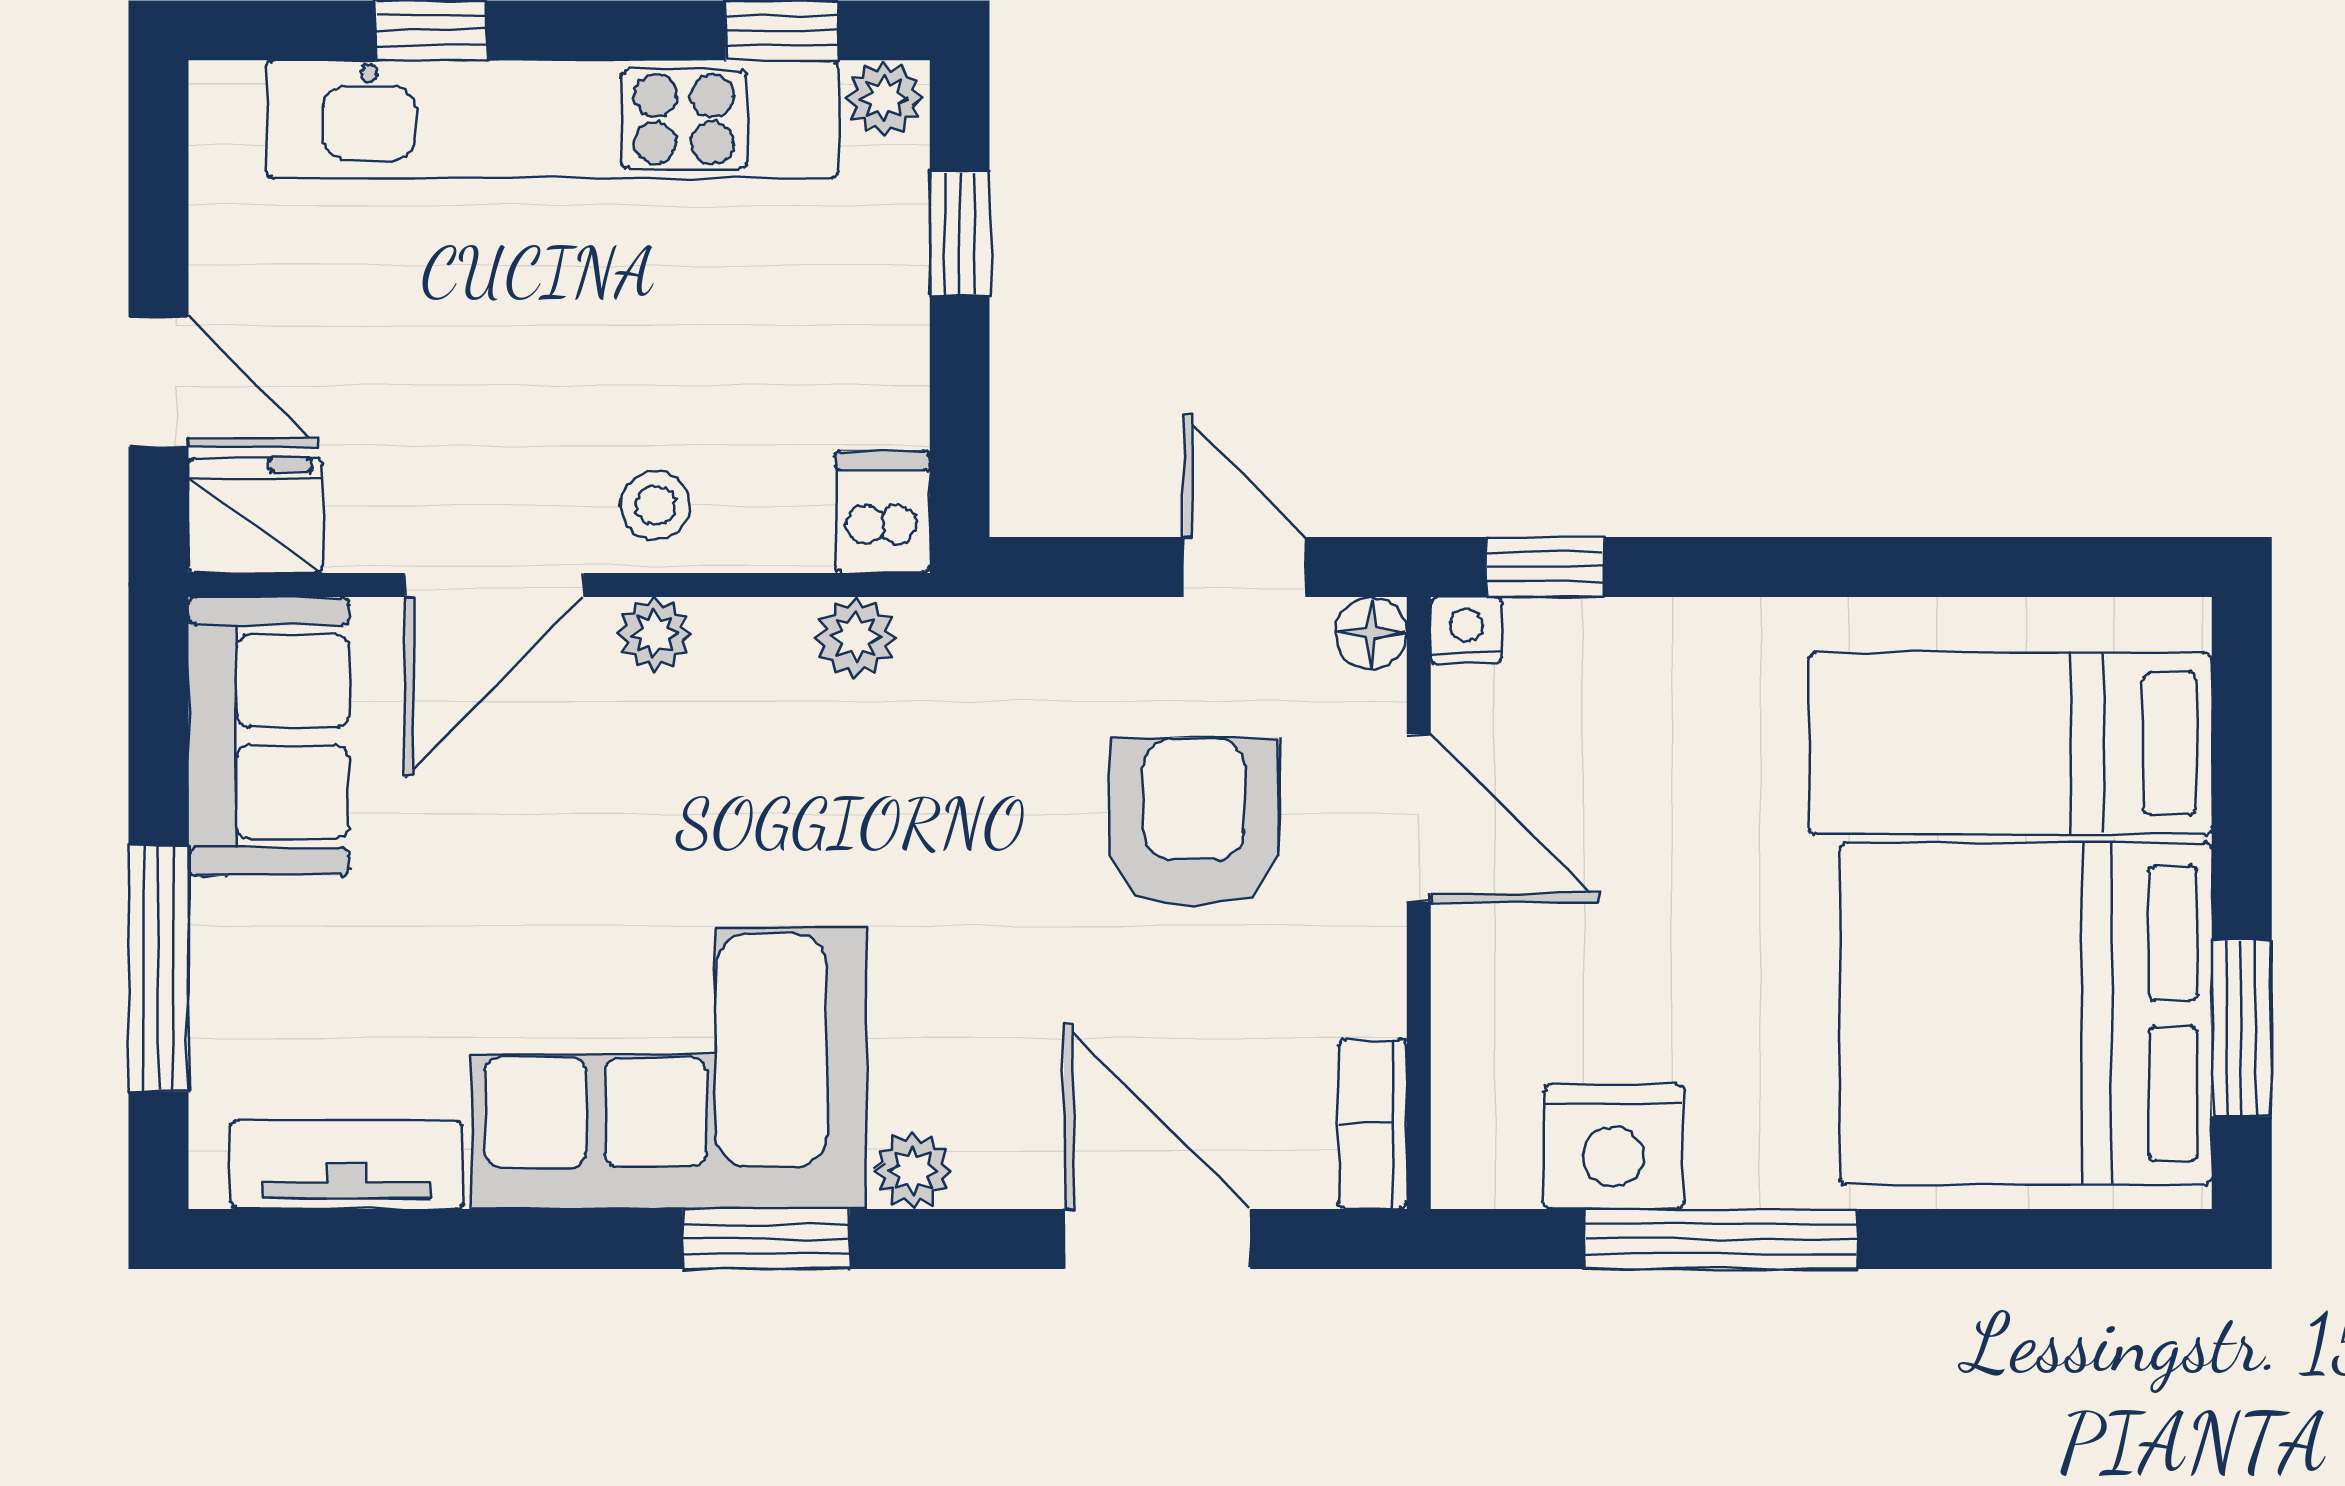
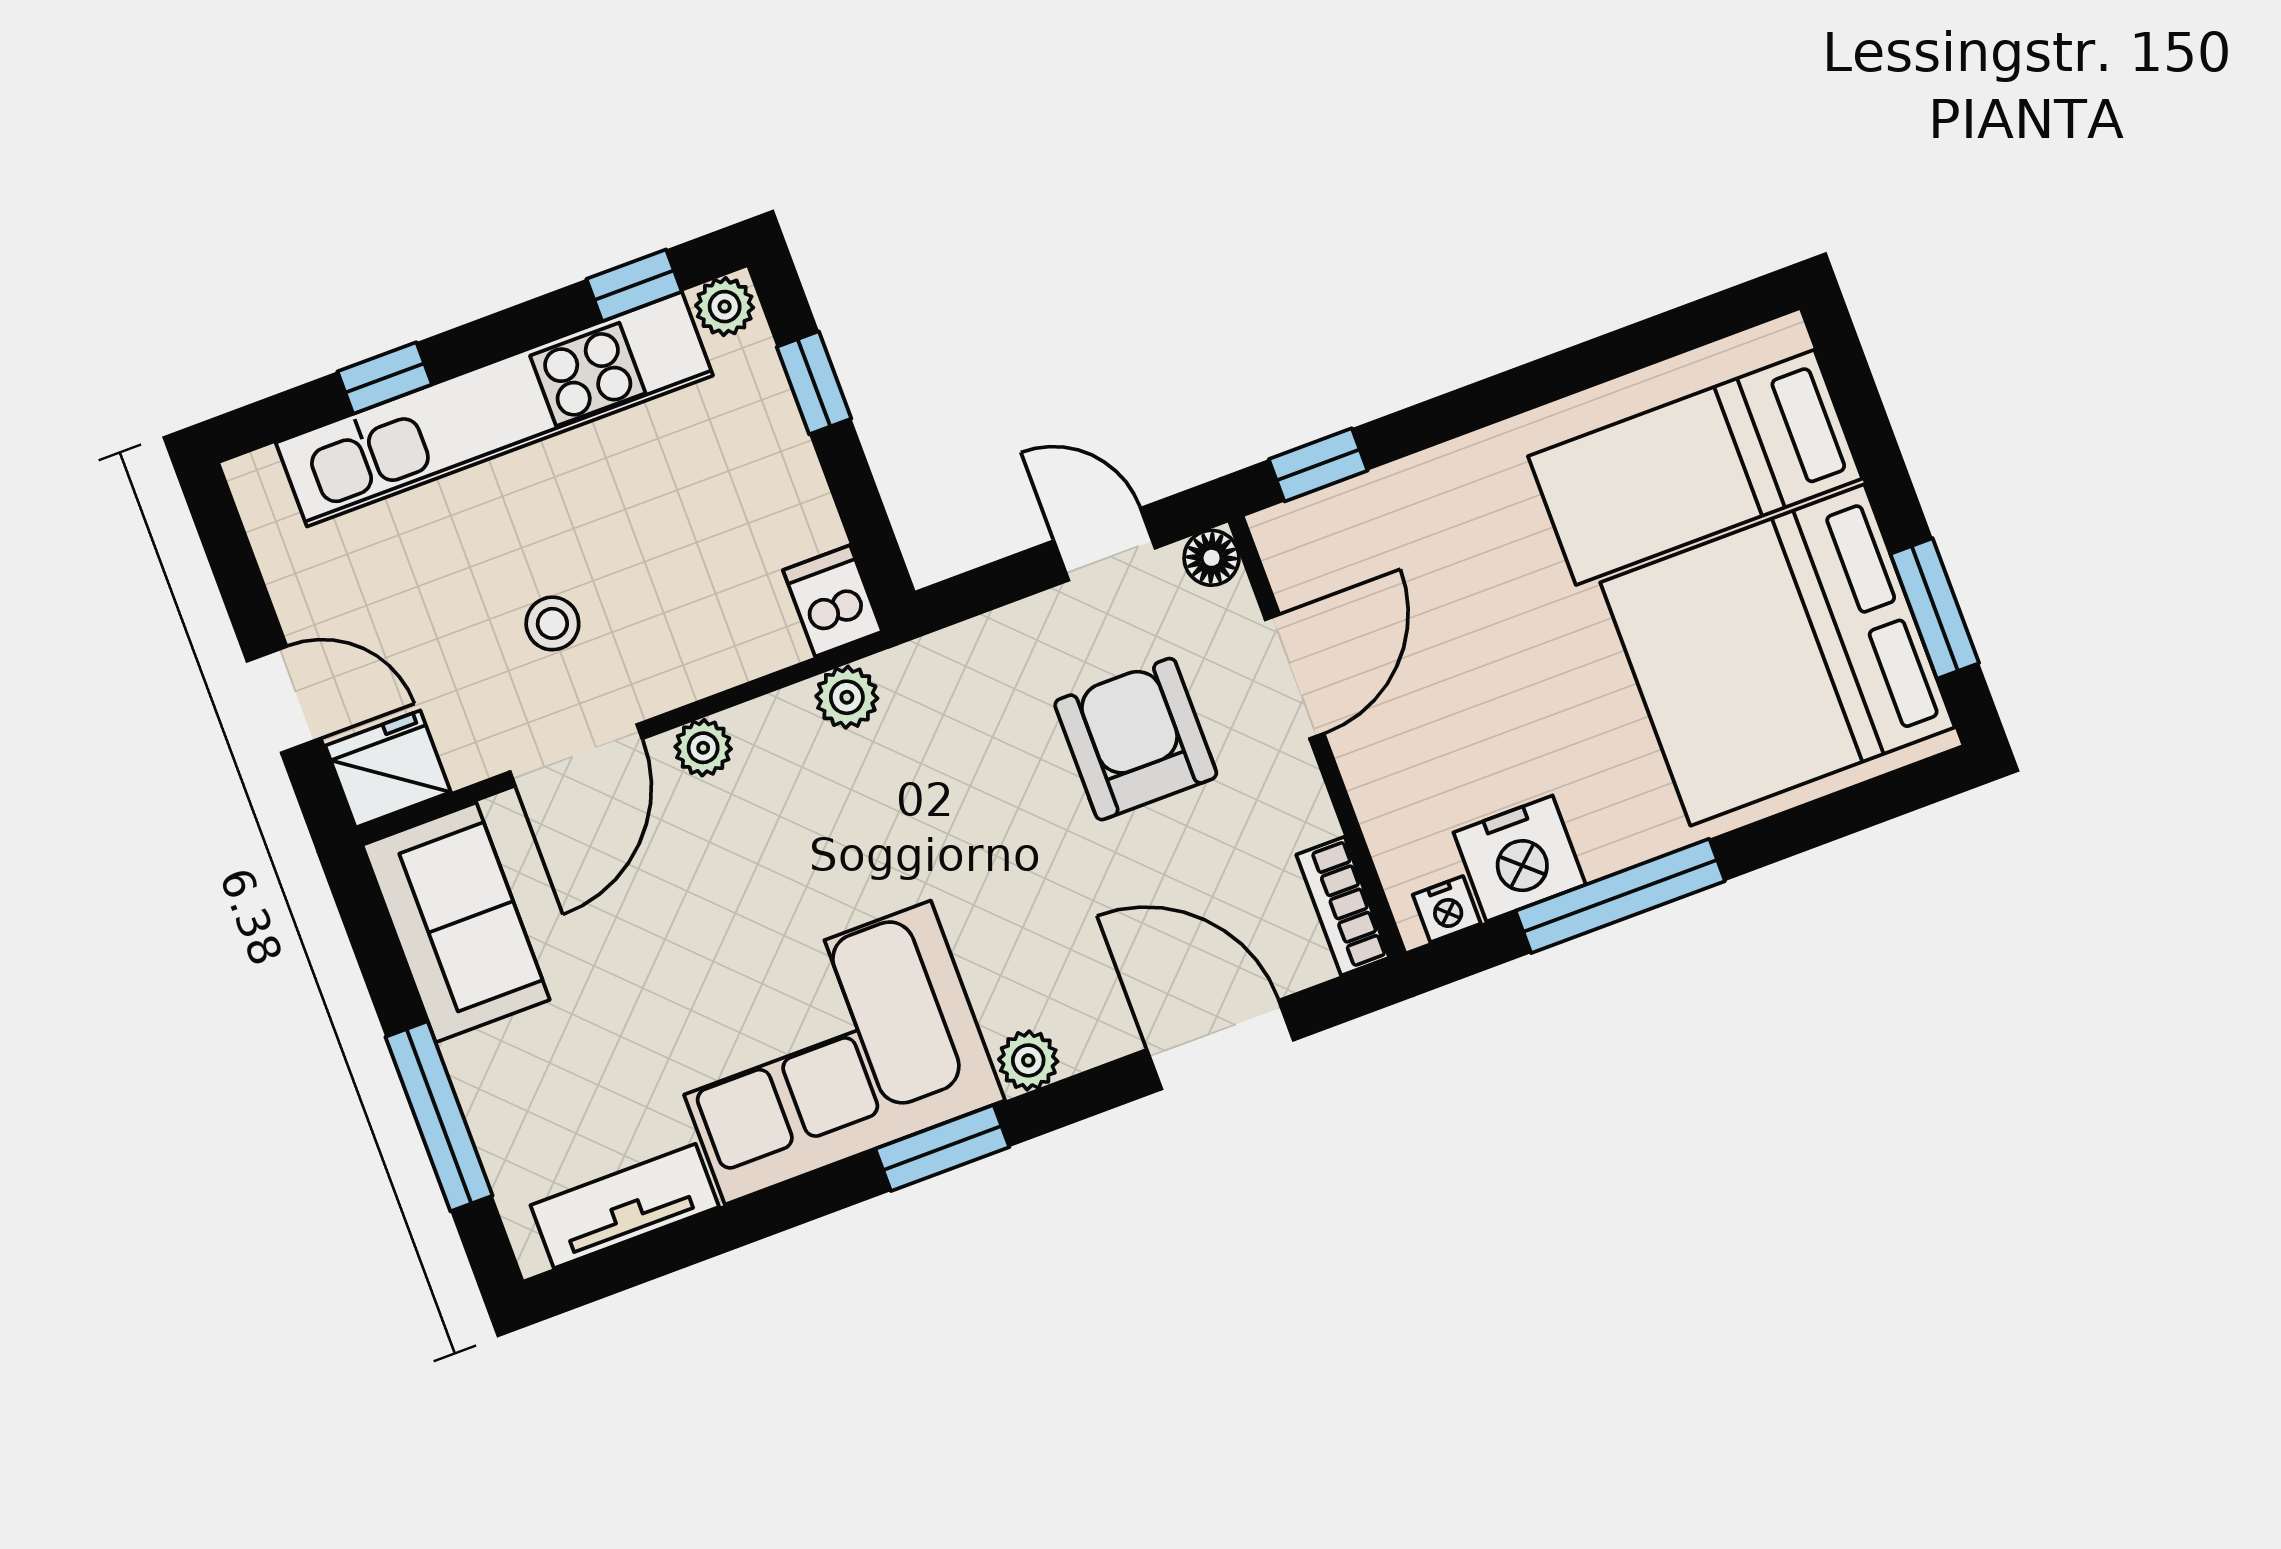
stool: (656, 505) -> (552, 623), moved
nightstand: (1466, 630) -> (1447, 909), moved, turned 180
door: (1419, 818) -> (1295, 676), hinge flipped

